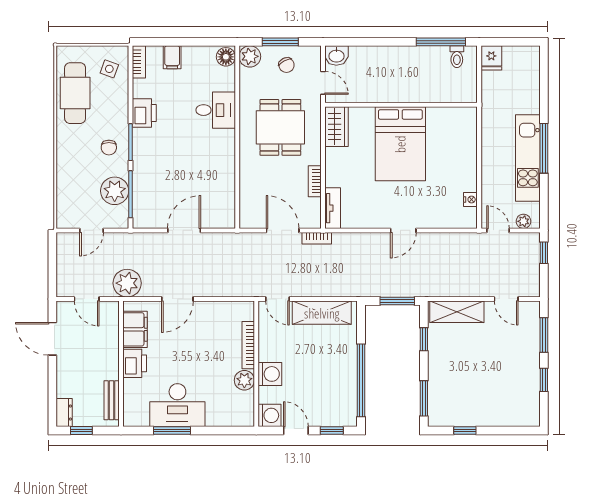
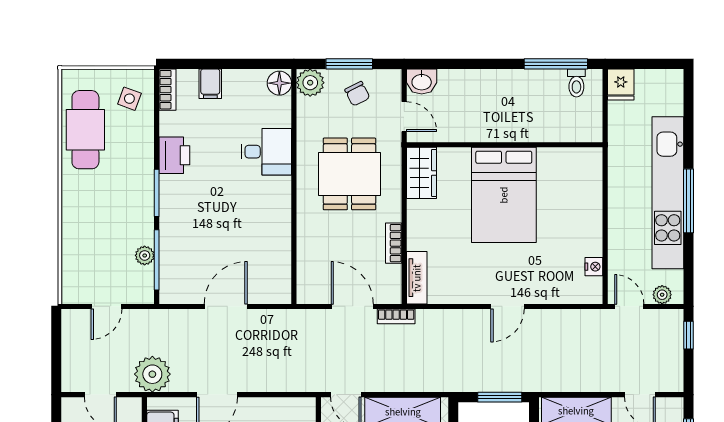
chair: (109, 148) -> (129, 200), removed
kitchen unit: (528, 158) -> (668, 193), width x1.36
plant: (115, 191) -> (145, 255), width x0.53, depth x0.53

